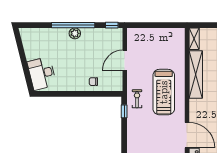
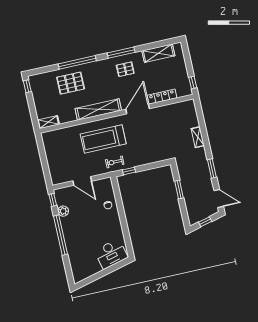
plant: (75, 33) -> (63, 211), moved
shelving: (196, 74) -> (98, 109), moved
treadmill: (164, 92) -> (103, 139), turned 180

